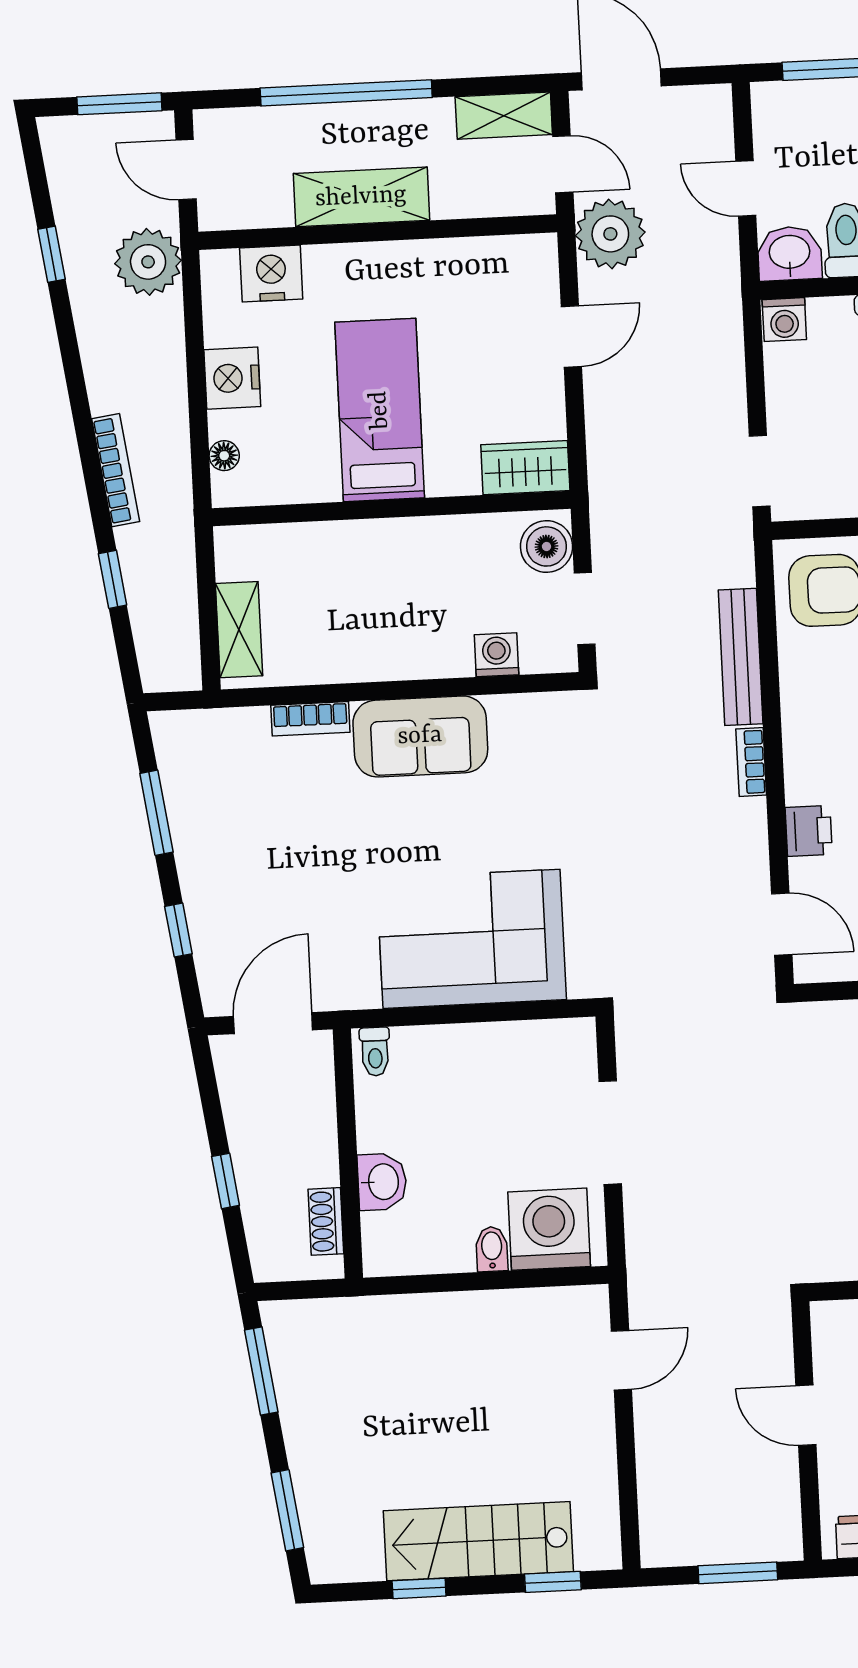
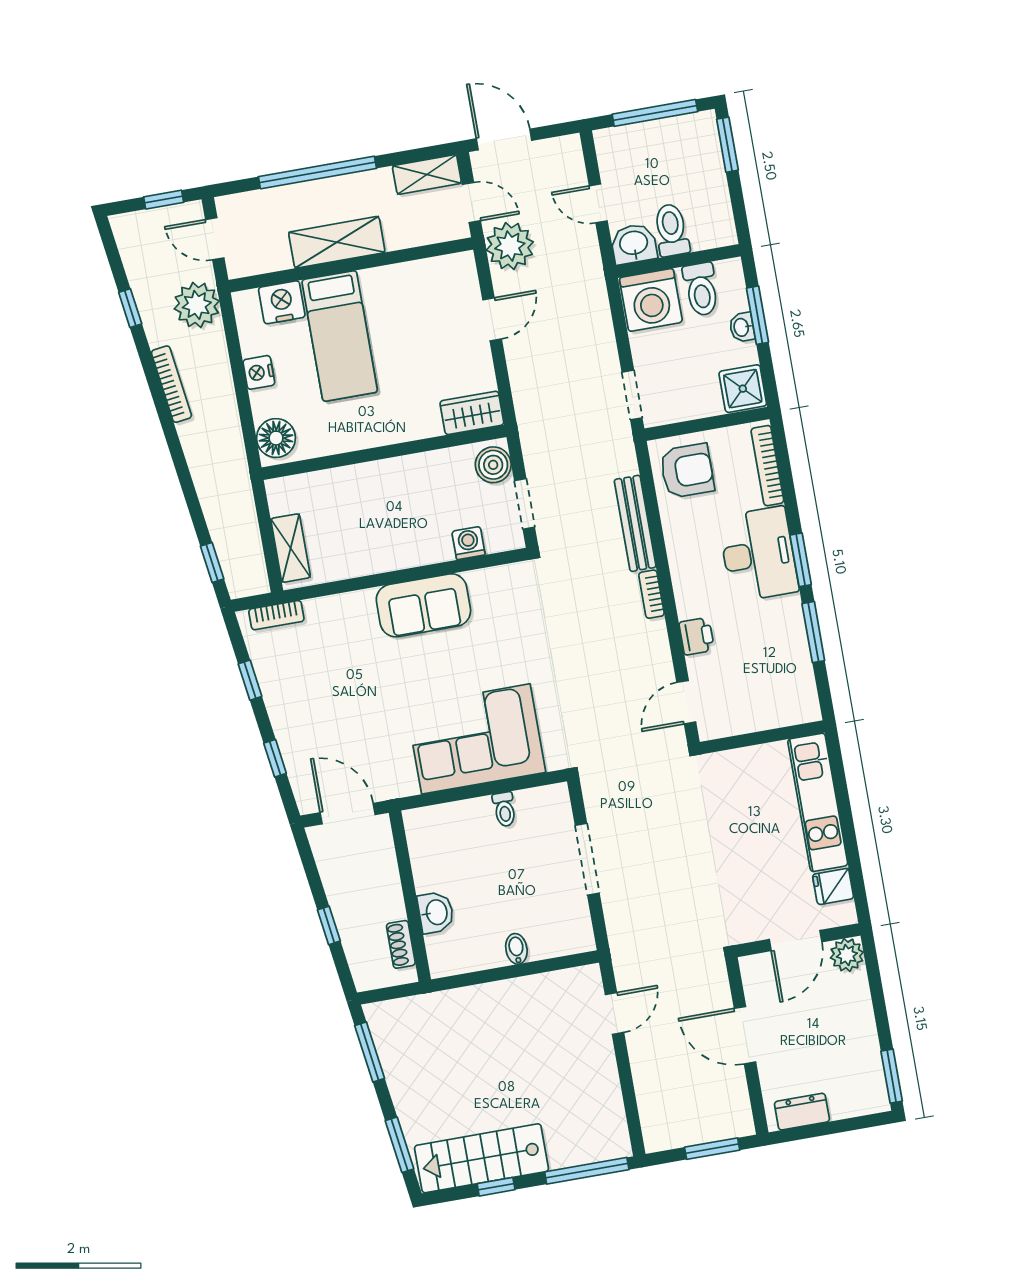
window: (119, 104) -> (164, 200), width x0.67
washing machine: (784, 320) -> (651, 300), width x1.89, depth x1.89
nightstand: (232, 378) -> (259, 372), width x0.74, depth x0.75
bed: (380, 410) -> (340, 336), moved, turned 180
floor lamp: (224, 456) -> (276, 438), width x1.89, depth x1.89
bookcase: (116, 470) -> (171, 384), moved
window: (113, 579) -> (212, 562), moved
bookcase: (310, 719) -> (276, 615), moved
window: (156, 813) -> (250, 680), width x0.67
door: (782, 924) -> (686, 702), swing flipped
door: (273, 1023) -> (348, 814), hinge flipped
toilet: (375, 1052) -> (504, 809), moved
washing machine: (549, 1229) -> (554, 930), removed
door: (806, 1415) -> (745, 1035), width x1.38
stairs: (478, 1541) -> (482, 1158), moved
window: (553, 1582) -> (587, 1171), width x2.17

